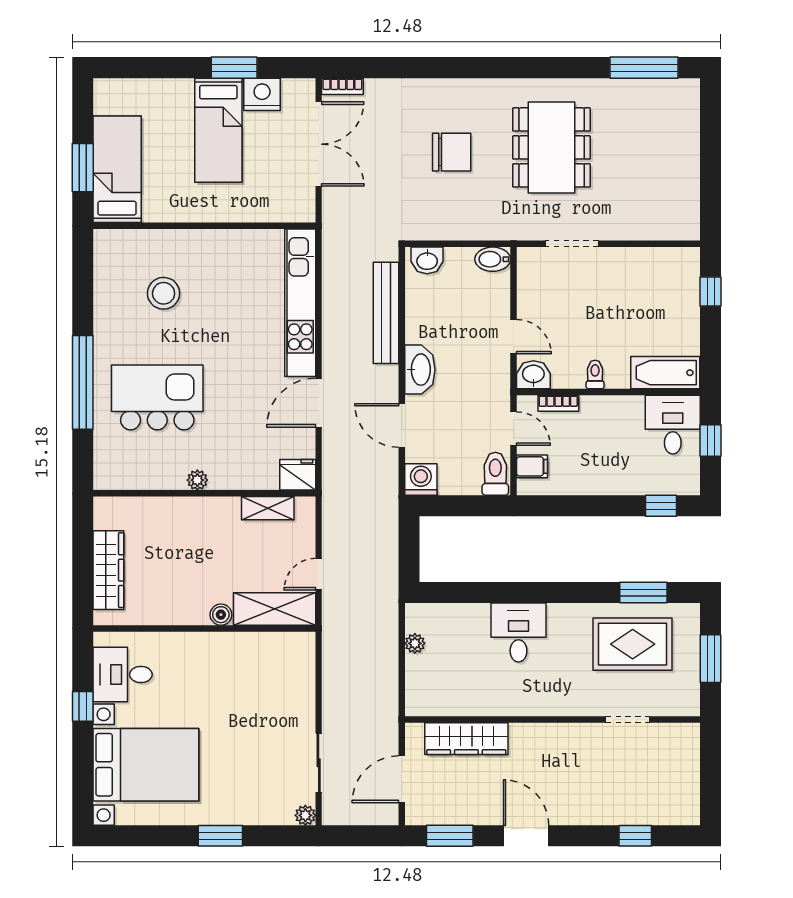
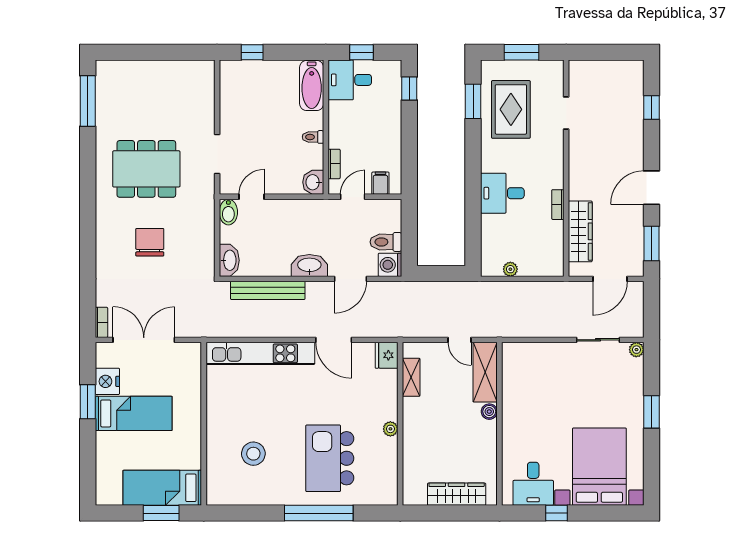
washbasin: (427, 260) -> (229, 260), width x1.38
door: (514, 337) -> (252, 197), moved
toilet: (495, 474) -> (386, 242), moved
bookcase: (503, 708) -> (558, 205), added
door: (402, 779) -> (610, 279), hinge flipped

